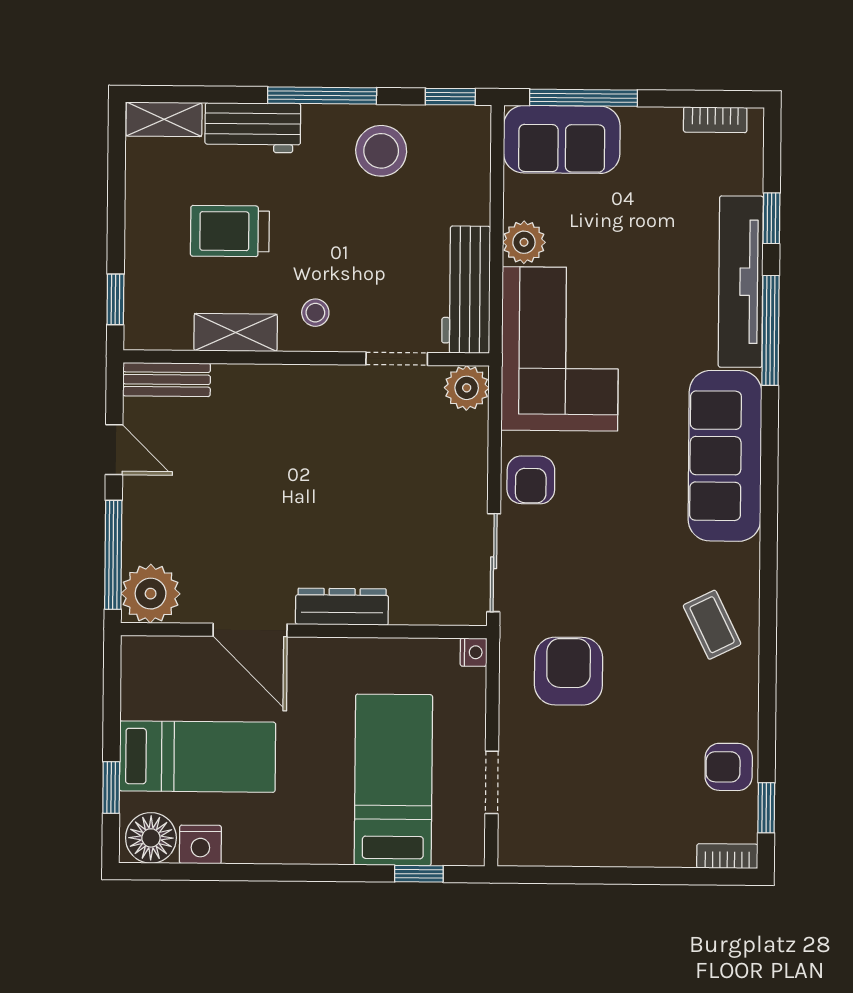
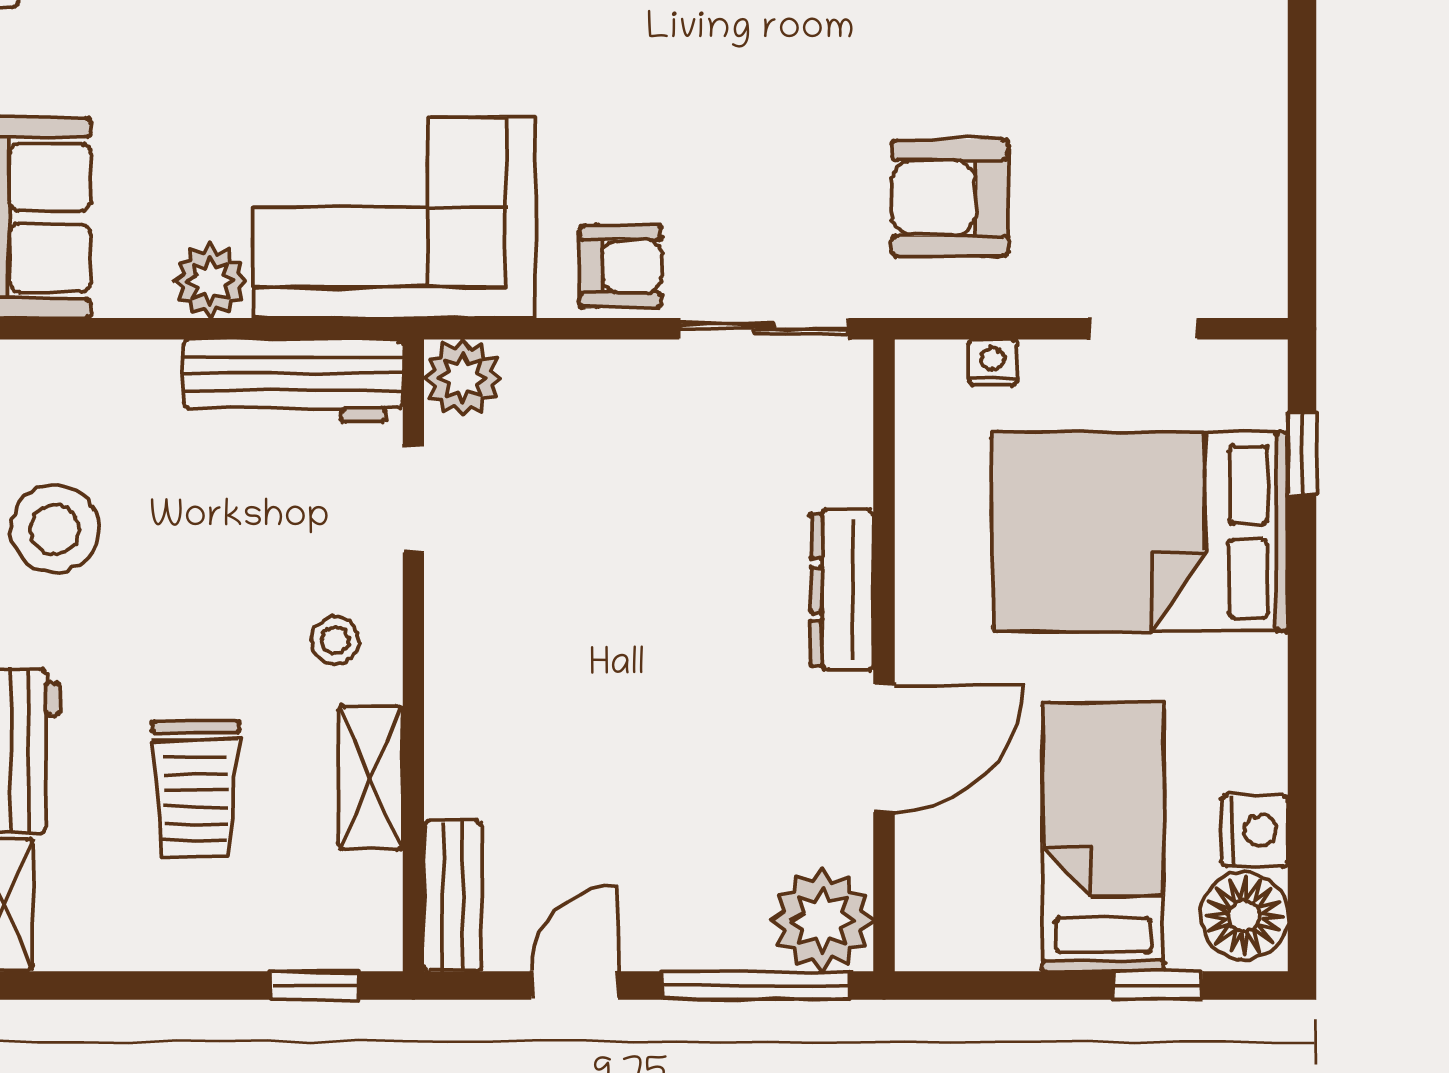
nightstand: (474, 652) -> (993, 362), moved
bed: (393, 780) -> (1140, 532), width x1.50

